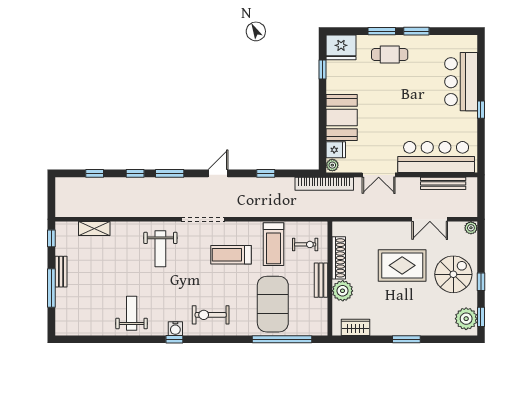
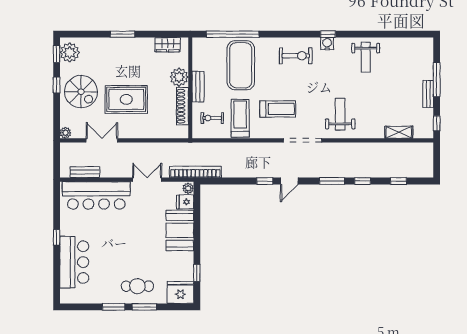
window: (266, 173) -> (265, 181), moved
bench: (443, 183) -> (85, 172), width x0.73
spiral stairs: (453, 274) -> (81, 92), turned -90

